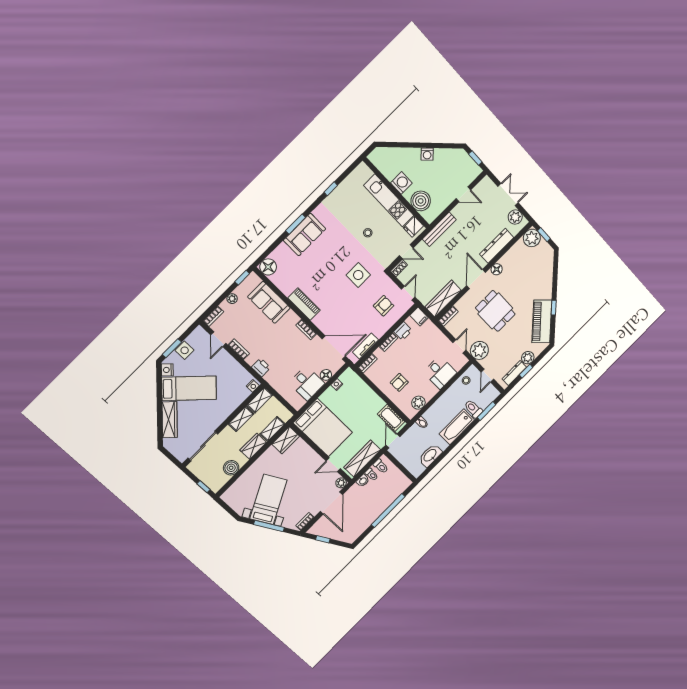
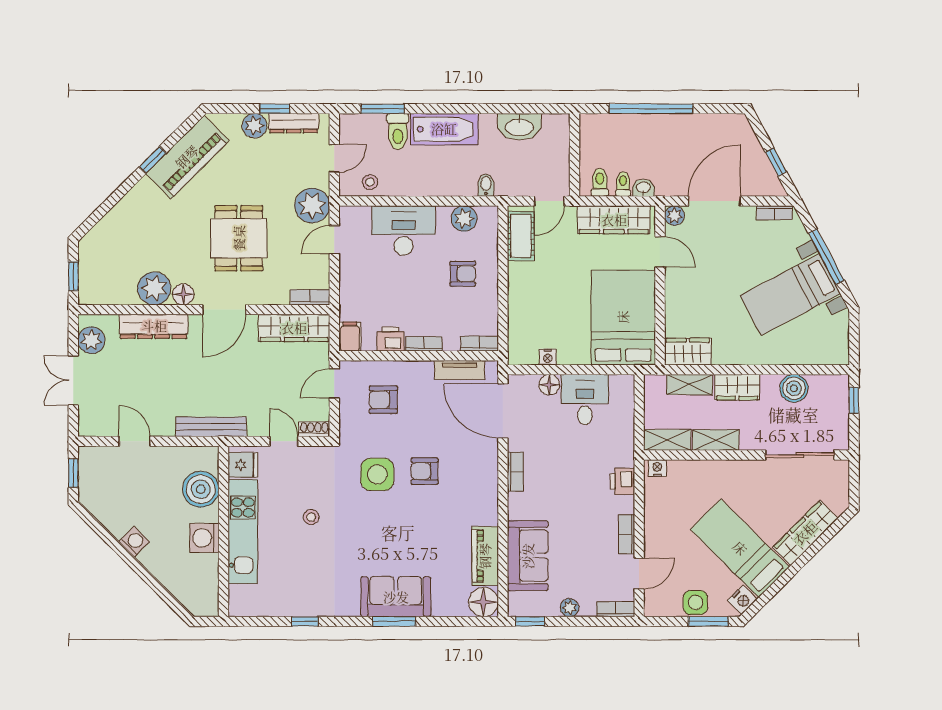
plant: (532, 238) -> (154, 288), moved
armchair: (341, 295) -> (425, 471), added
piano: (304, 304) -> (485, 556), moved
desk: (440, 372) -> (404, 231), width x1.37

